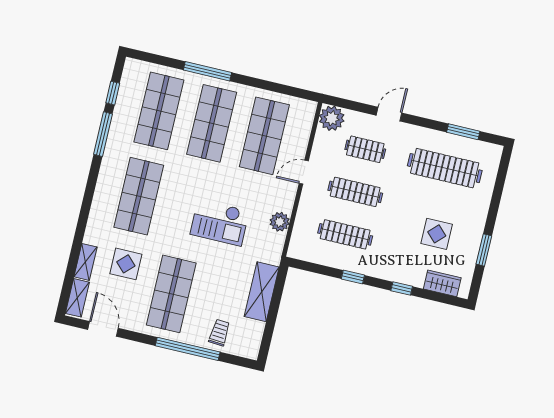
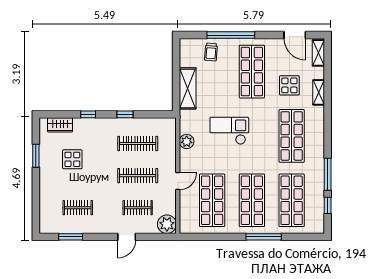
clothes rail: (445, 168) -> (78, 208), width x0.54, depth x0.76
shelving: (85, 262) -> (319, 92), moved

